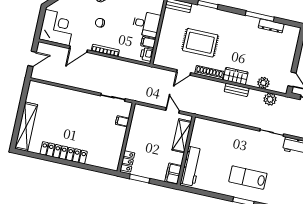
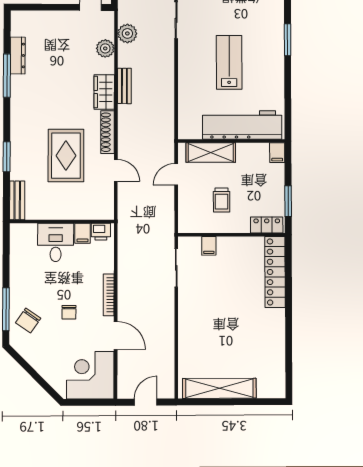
door: (32, 59) -> (146, 402), hinge flipped
shelving: (26, 127) -> (219, 388), moved
trolley: (150, 136) -> (222, 200), added
locker: (64, 153) -> (275, 272), moved
workbench: (191, 166) -> (242, 125), width x1.36, depth x1.32
filing cabinet: (173, 174) -> (277, 153), width x0.50
lab bench: (248, 178) -> (229, 62), moved, turned 180

